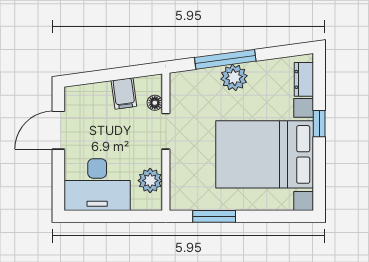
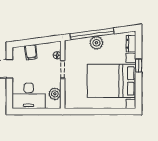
window: (225, 59) -> (92, 34), width x1.46
filing cabinet: (124, 93) -> (31, 52), moved
window: (214, 216) -> (87, 112), removed

